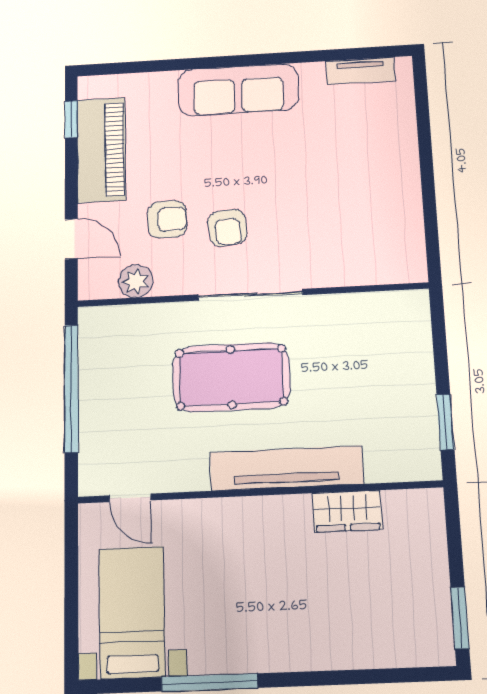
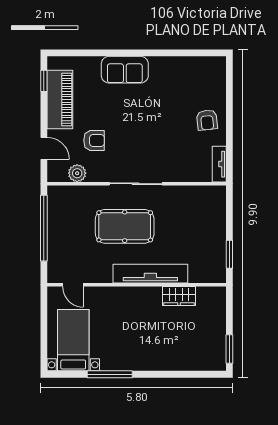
tv unit: (360, 71) -> (219, 164), moved, turned 90
sofa: (238, 90) -> (125, 70), width x0.73
armchair: (227, 228) -> (207, 120), moved

